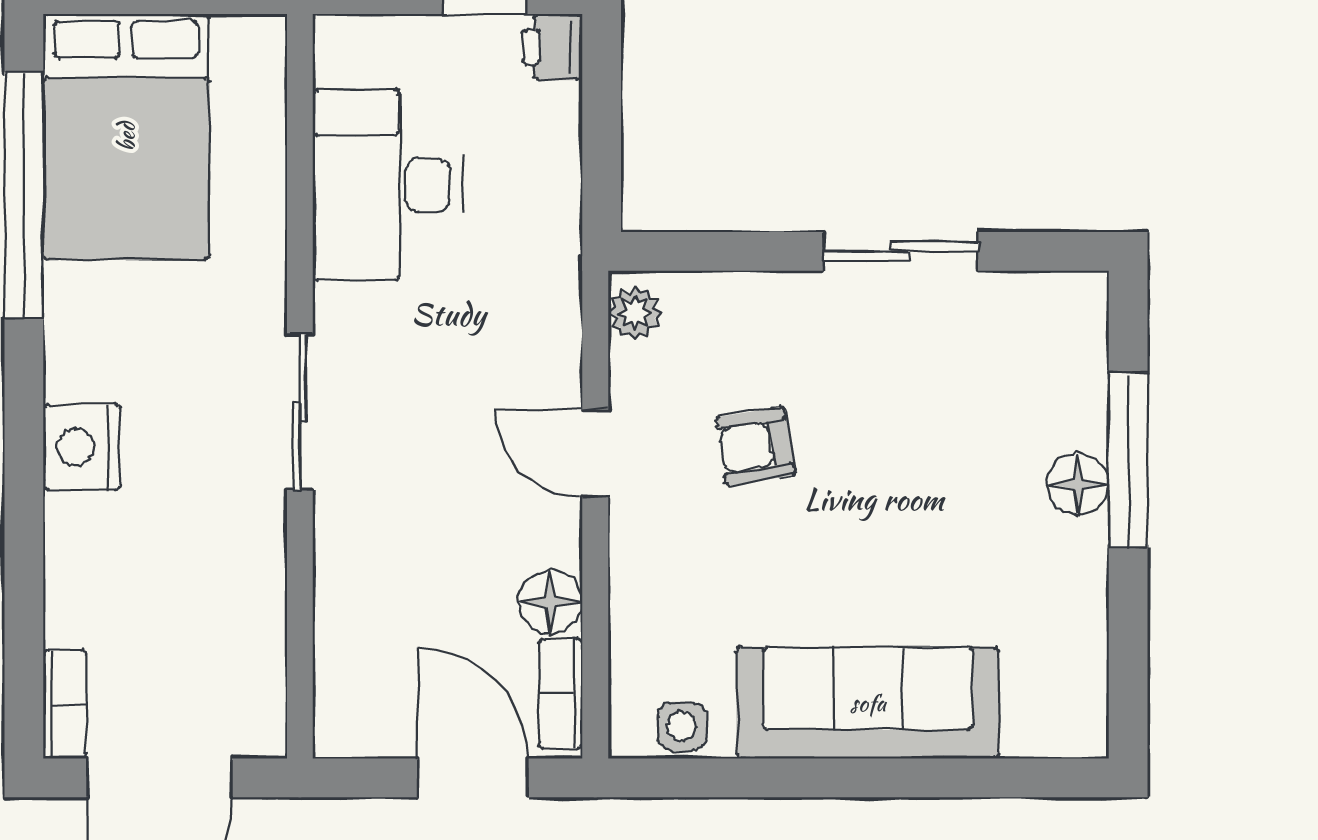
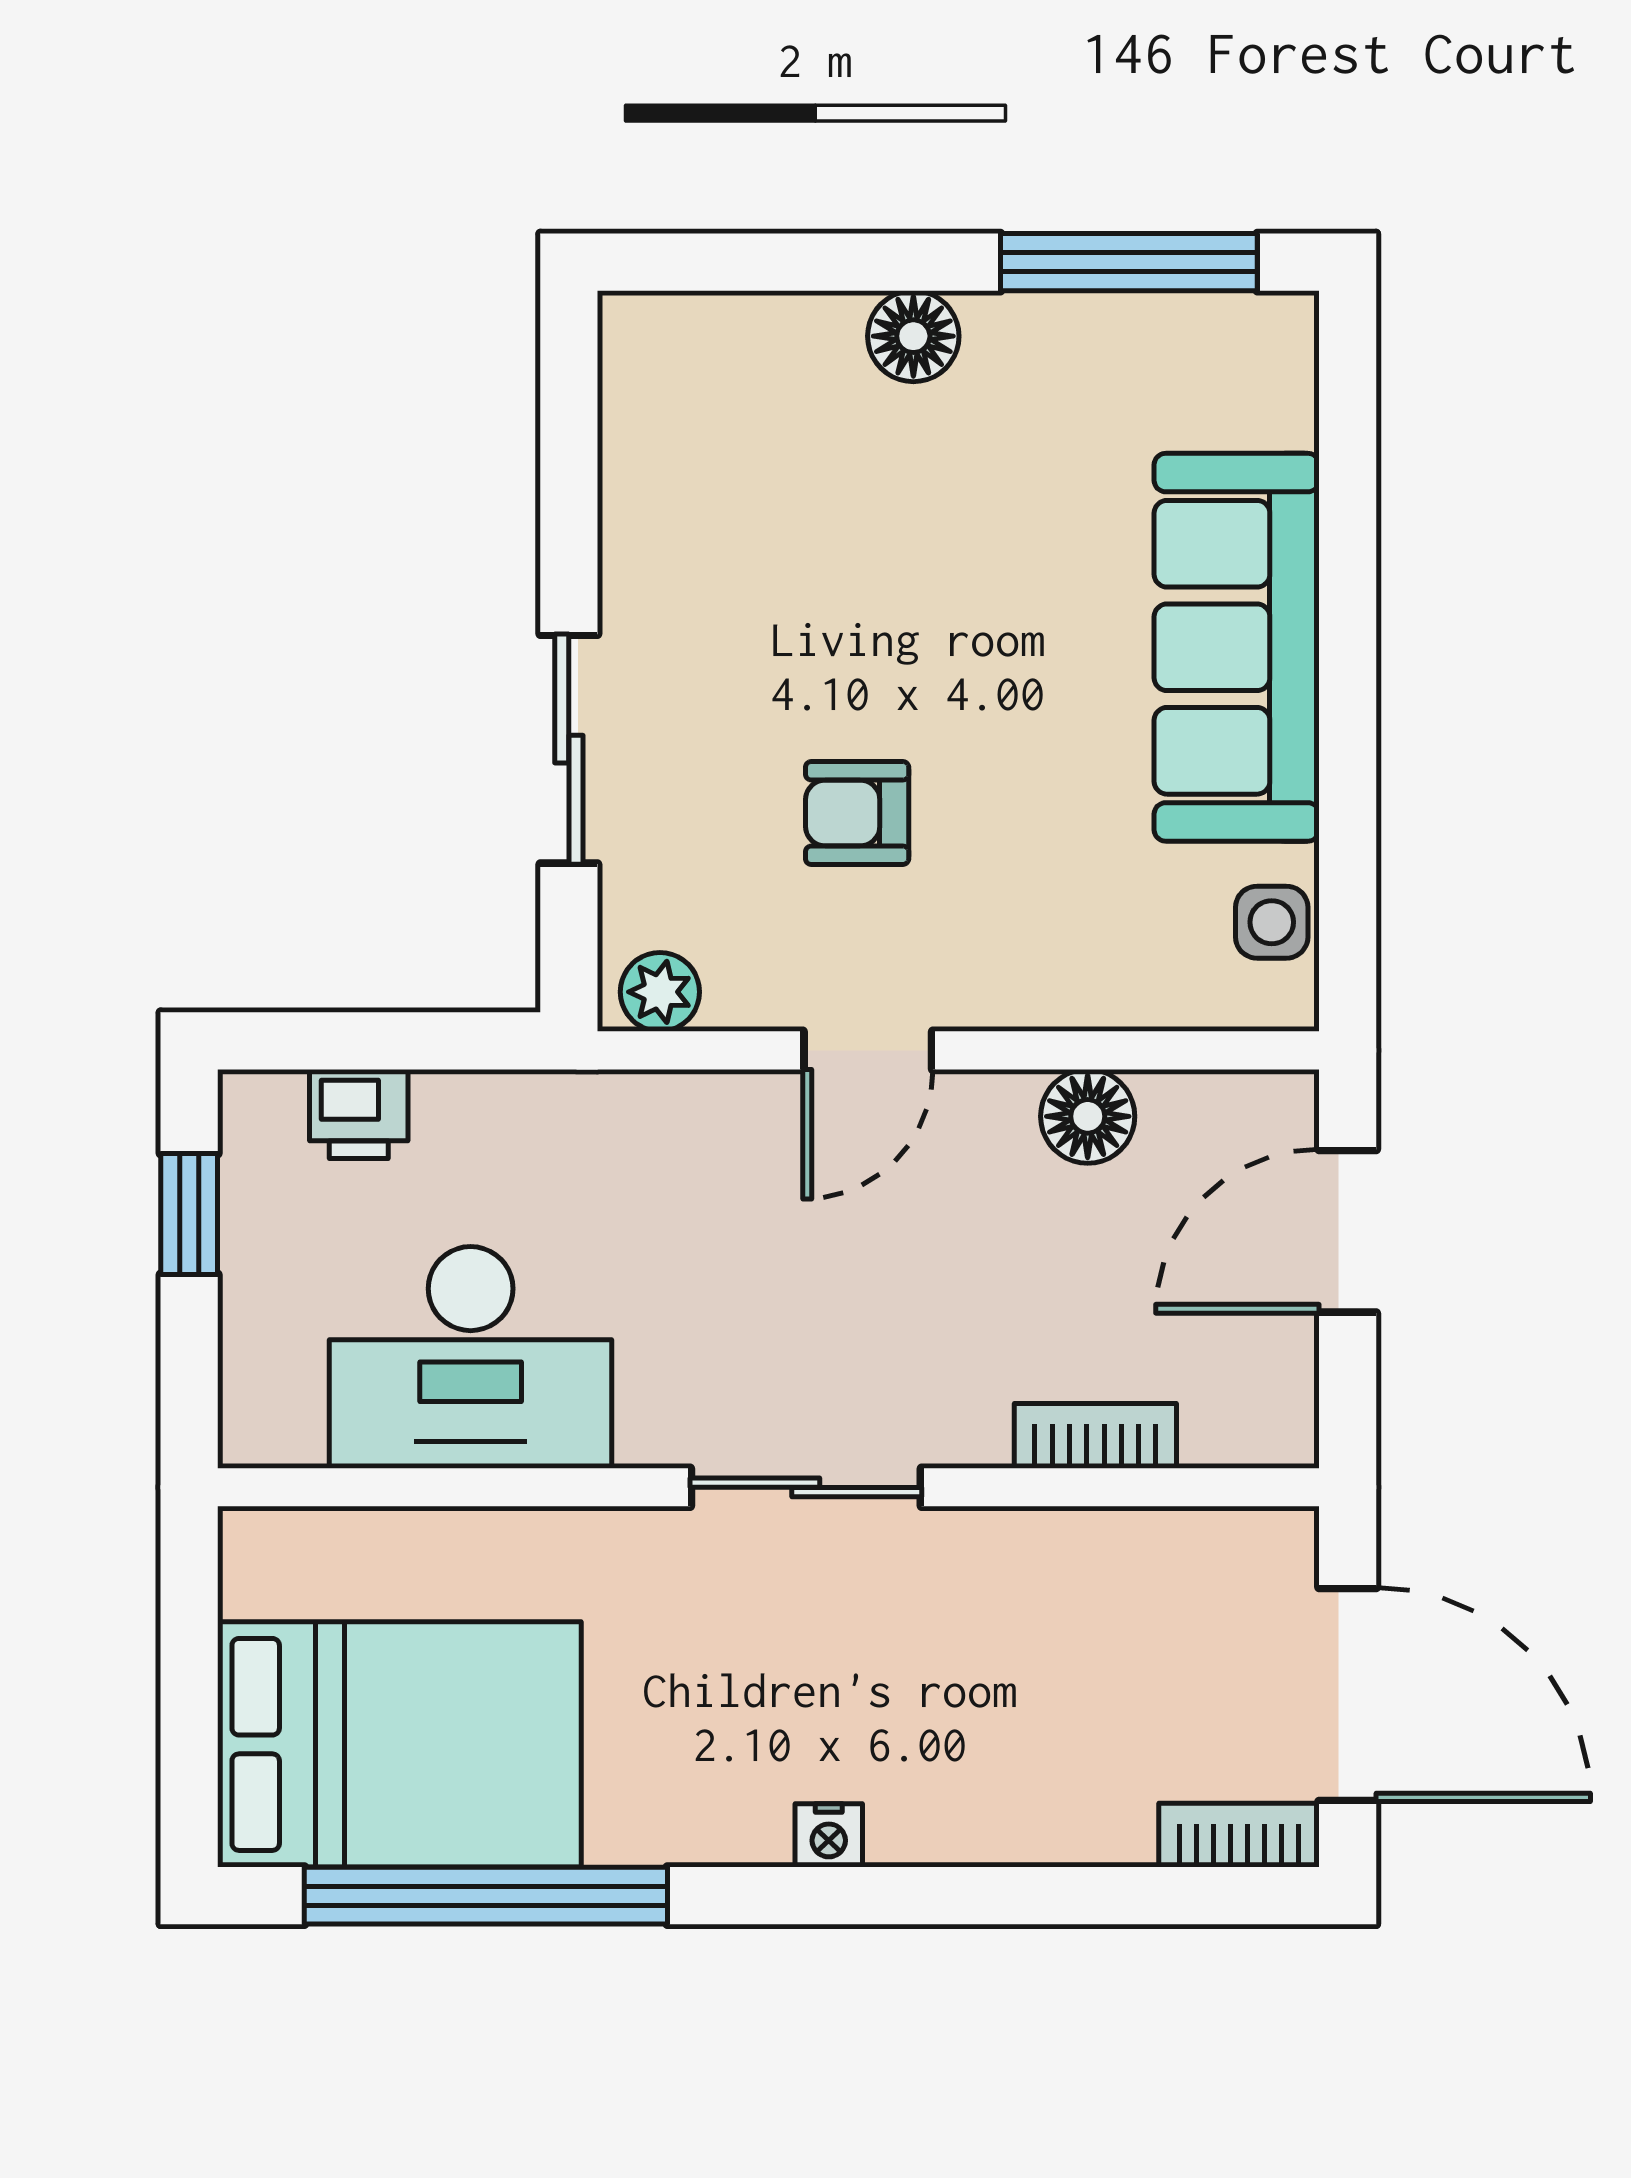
printer: (552, 47) -> (359, 1114), moved
sliding door: (900, 251) -> (569, 749), moved
armchair: (756, 446) -> (857, 813), turned 99
nightstand: (82, 447) -> (829, 1835), width x0.53, depth x0.56
window: (1128, 460) -> (1129, 262), moved
bookcase: (560, 694) -> (1095, 1436), moved, turned 180

